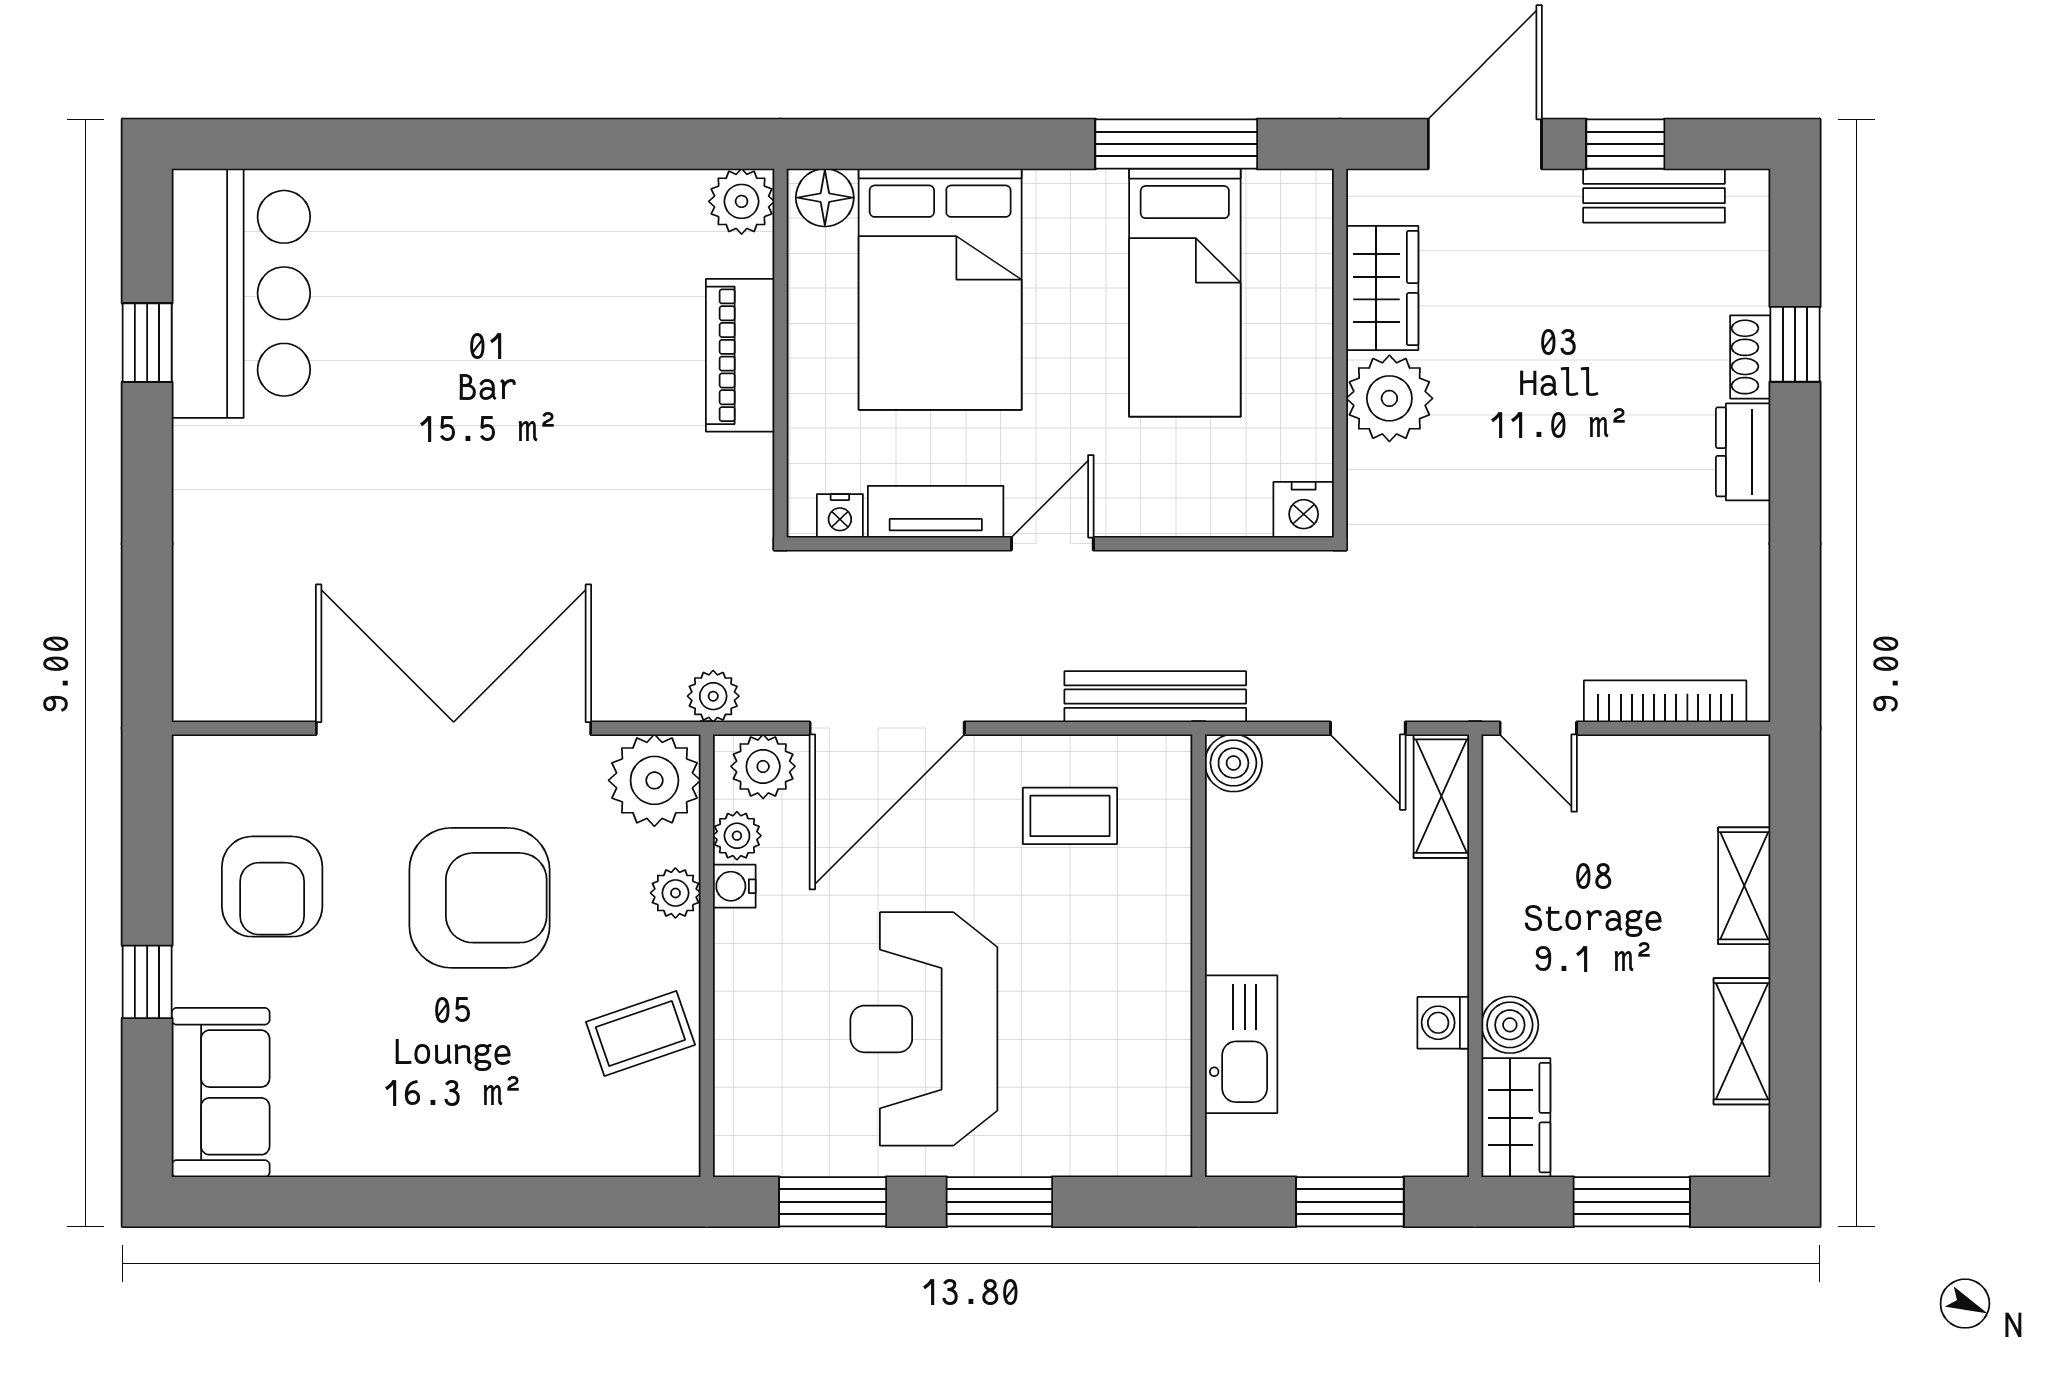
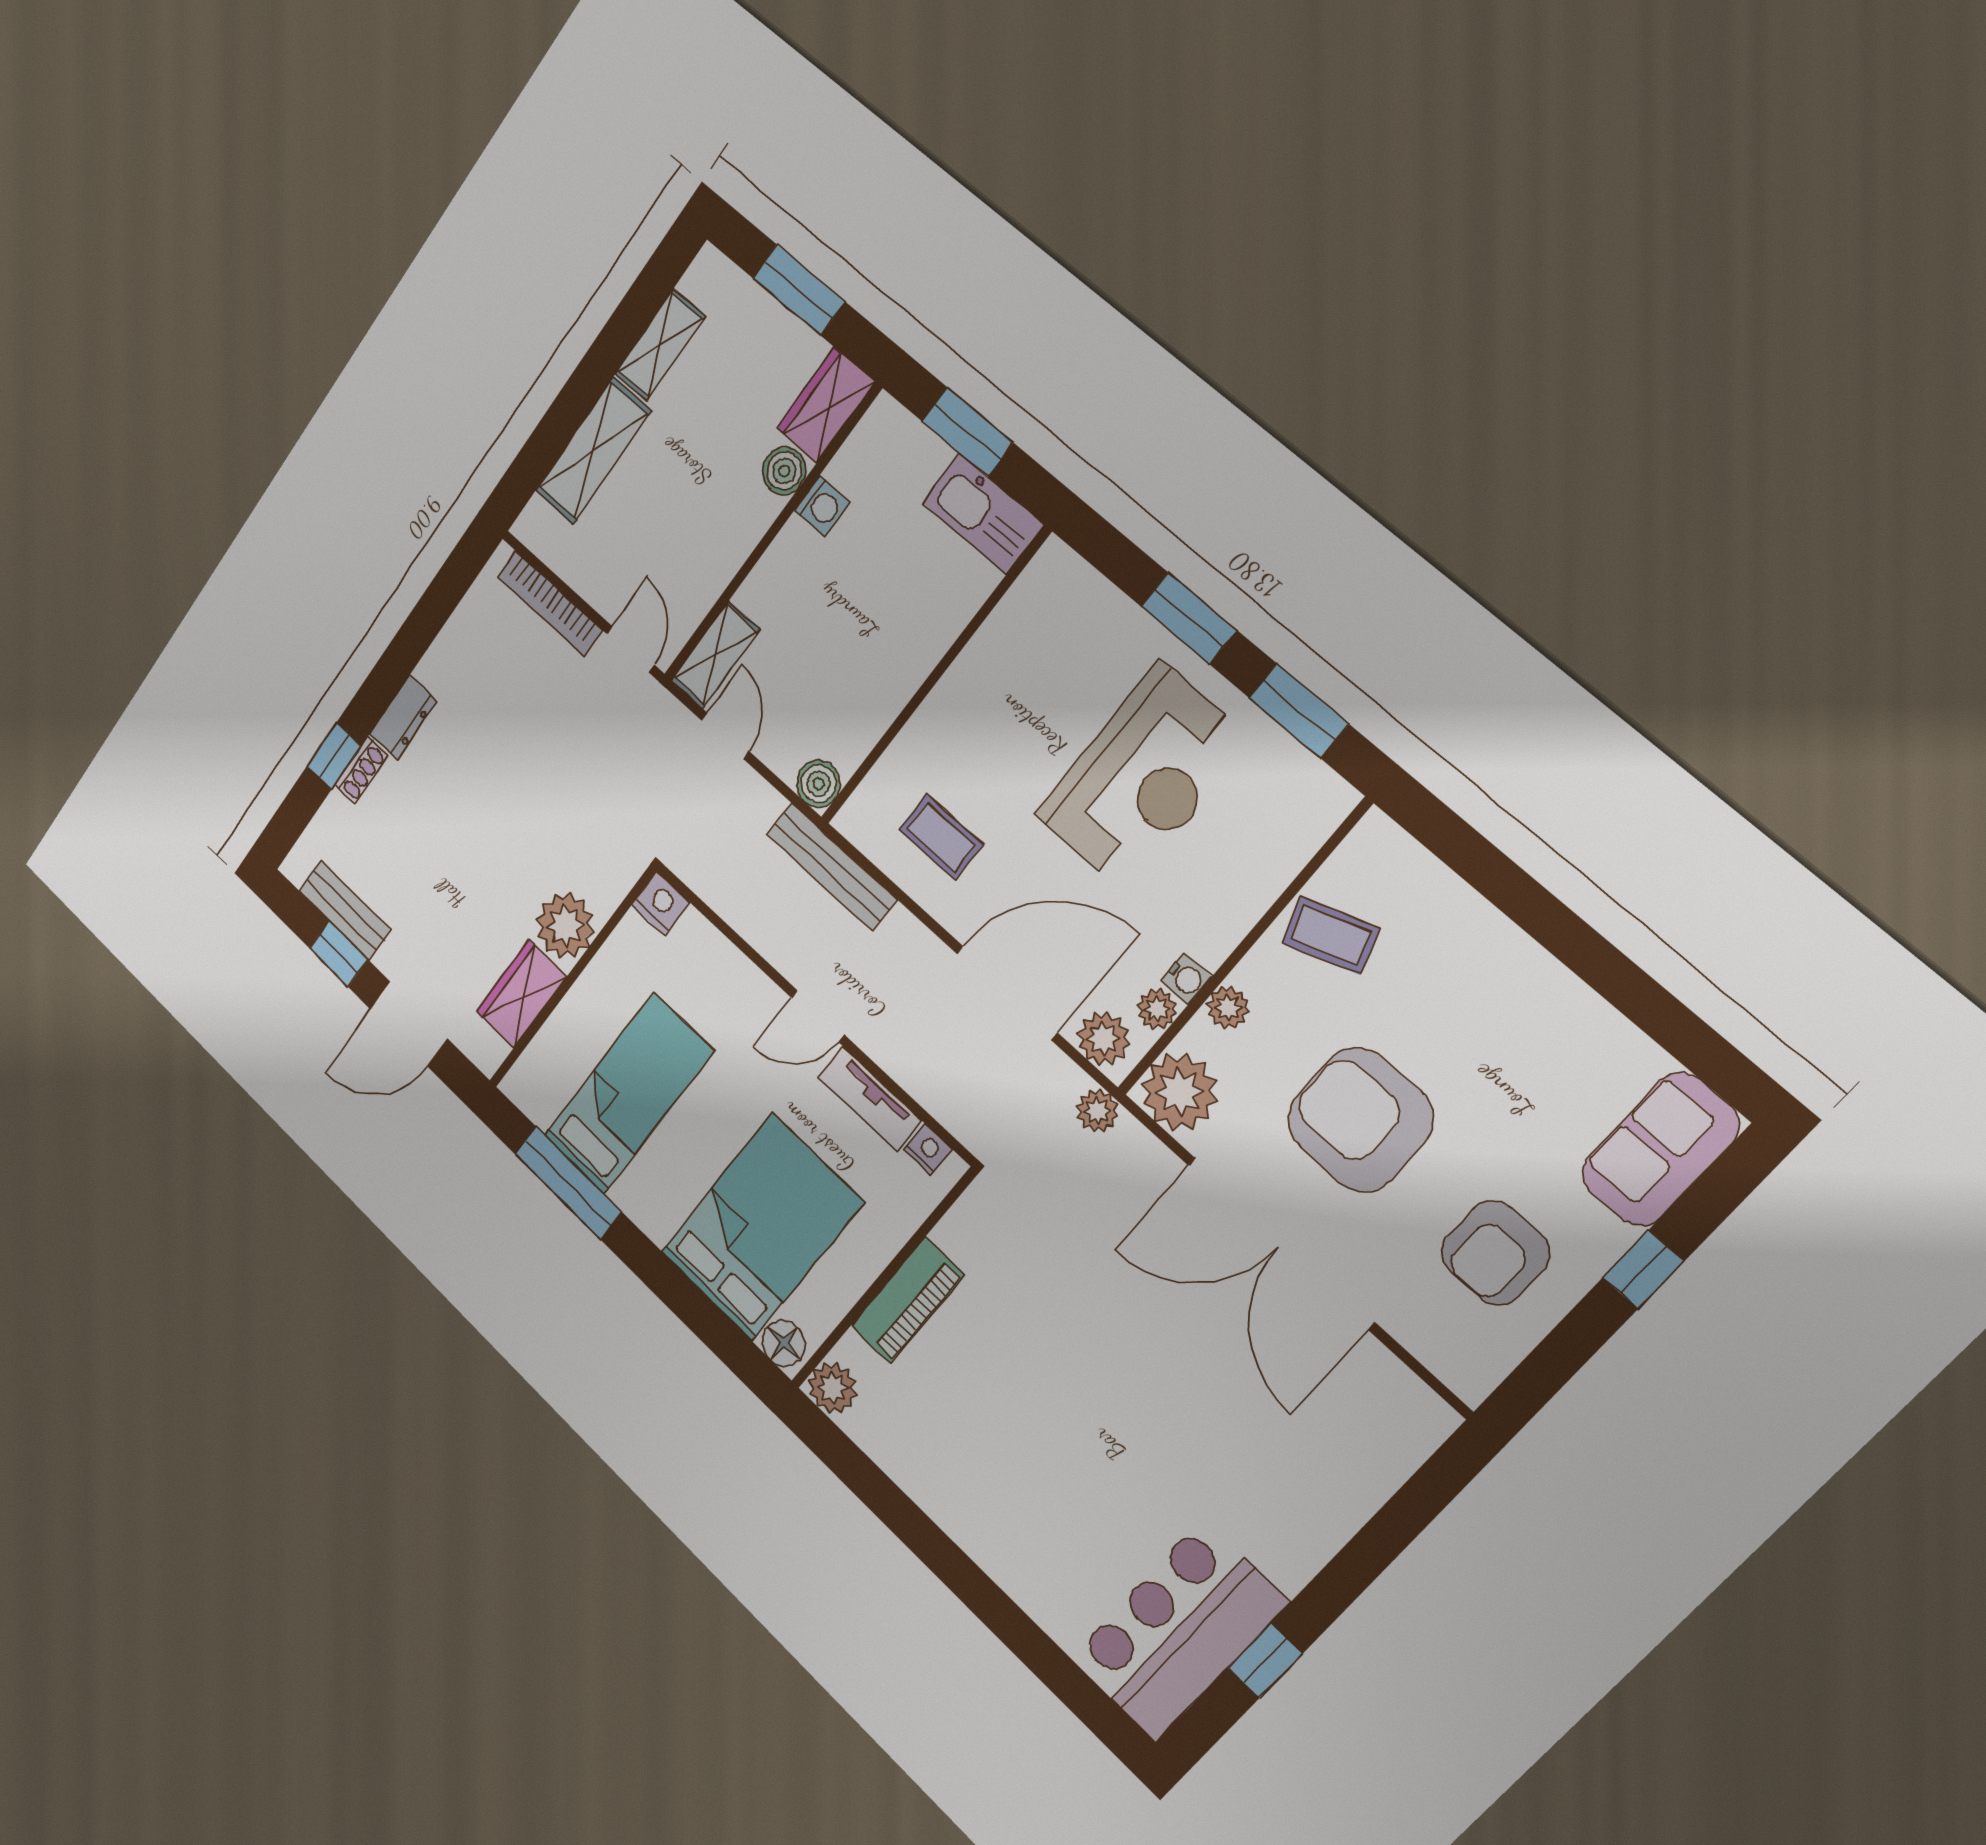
shelving: (1744, 886) -> (593, 451), width x1.50, depth x1.33
armchair: (272, 887) -> (1496, 1253), turned 180
kitchen sink: (1241, 1044) -> (983, 514), moved, turned -90

